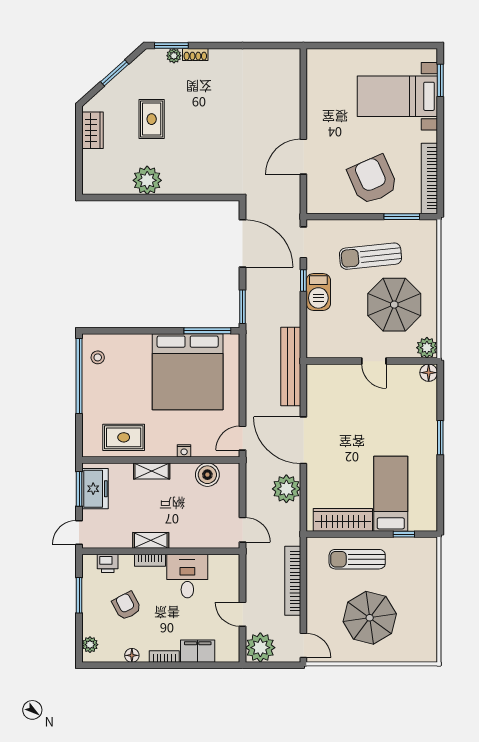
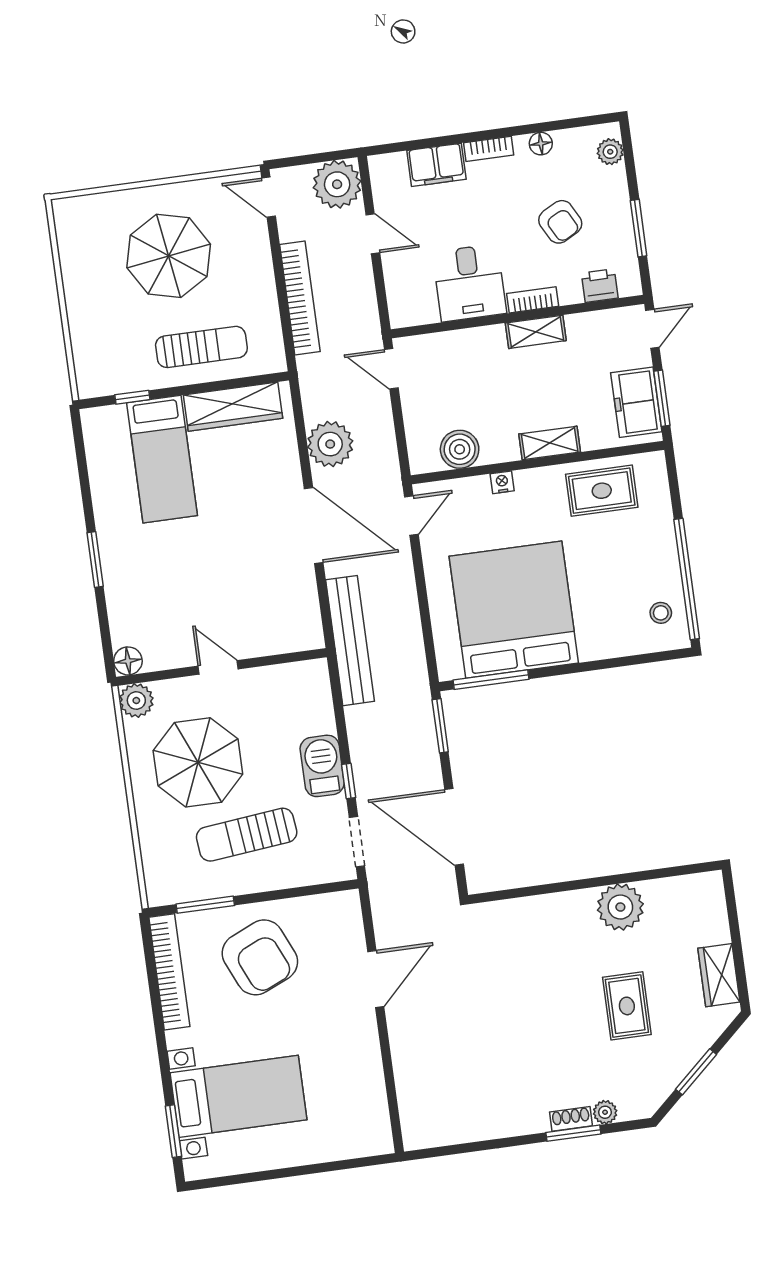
window: (171, 45) -> (573, 1133), moved
sun lounger: (370, 256) -> (247, 835), turned 180

